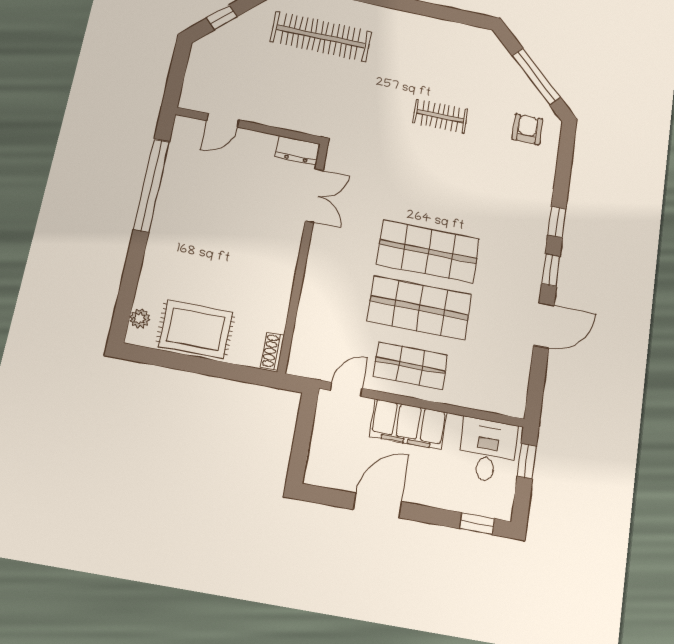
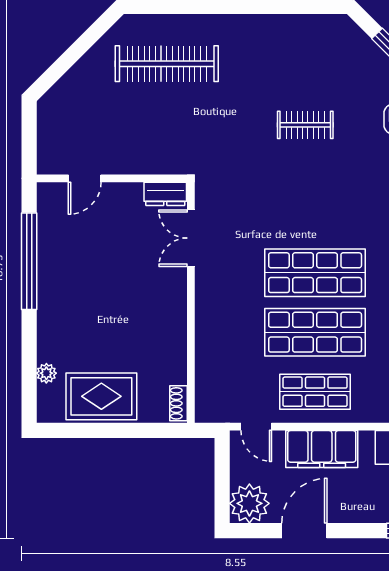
window: (222, 17) -> (62, 66), removed
double door: (314, 196) -> (191, 238), swing flipped
plant: (140, 318) -> (46, 373), moved
door: (346, 389) -> (256, 427), swing flipped
plant: (326, 467) -> (249, 503), added

